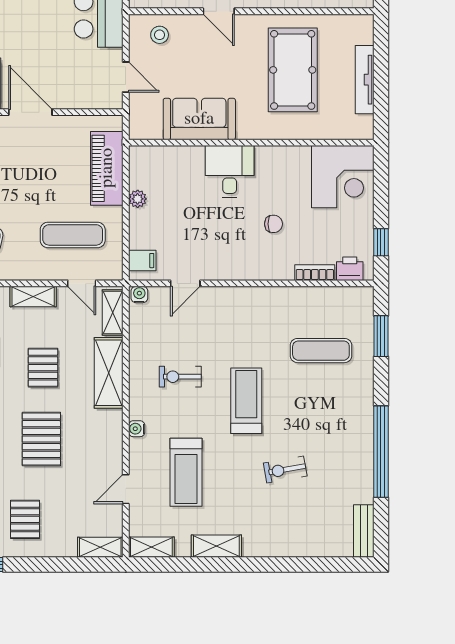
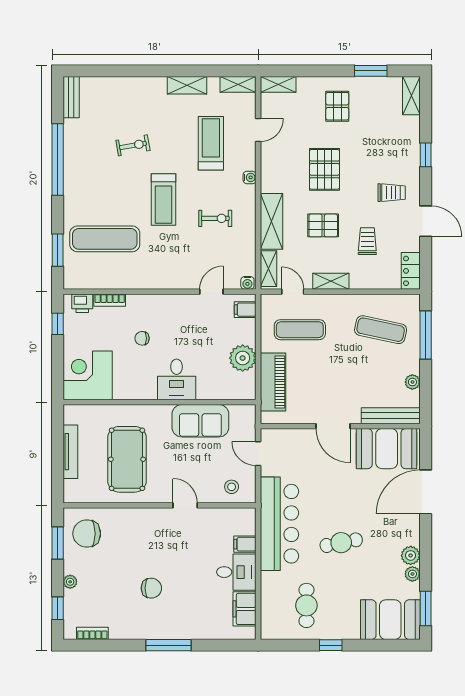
plant: (138, 199) -> (243, 358), width x1.88, depth x1.88
exercise mat: (321, 351) -> (105, 239), width x1.36, depth x1.45
pallet: (43, 368) -> (323, 225), turned 90

